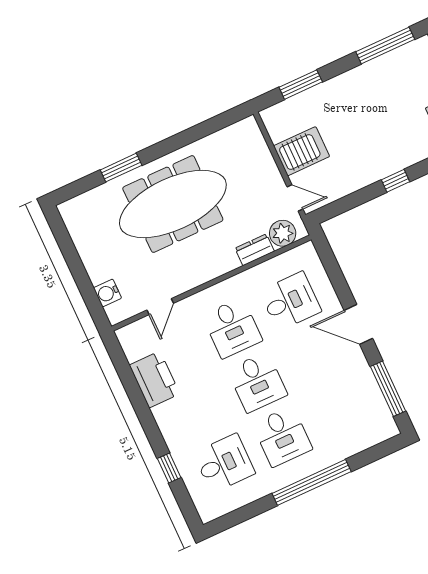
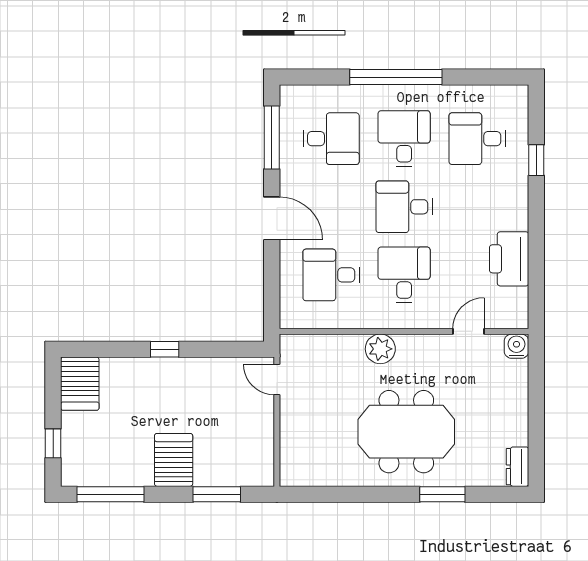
server rack: (302, 151) -> (174, 460), moved, turned 90
meeting table: (173, 204) -> (406, 432), width x0.73
plant: (283, 233) -> (380, 349), moved
dresser: (255, 250) -> (518, 467), moved, turned 90
water cooler: (107, 293) -> (517, 346), moved, turned -90
desk: (257, 382) -> (404, 207), turned -90
desk: (340, 410) -> (331, 139), added

